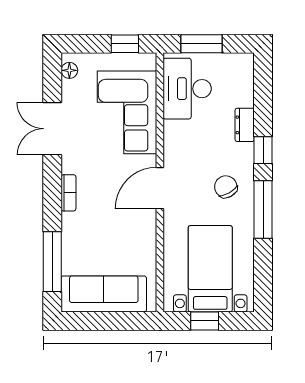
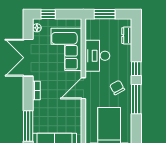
window: (125, 44) -> (48, 14), moved
desk: (187, 89) -> (97, 56), moved
dresser: (245, 125) -> (127, 36), moved
double door: (52, 129) -> (28, 58), width x1.37

